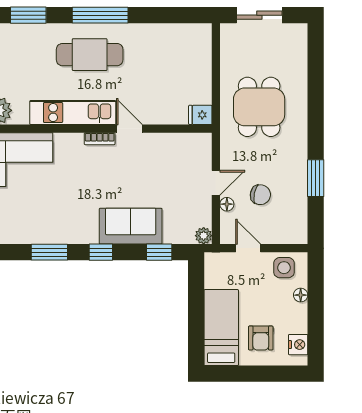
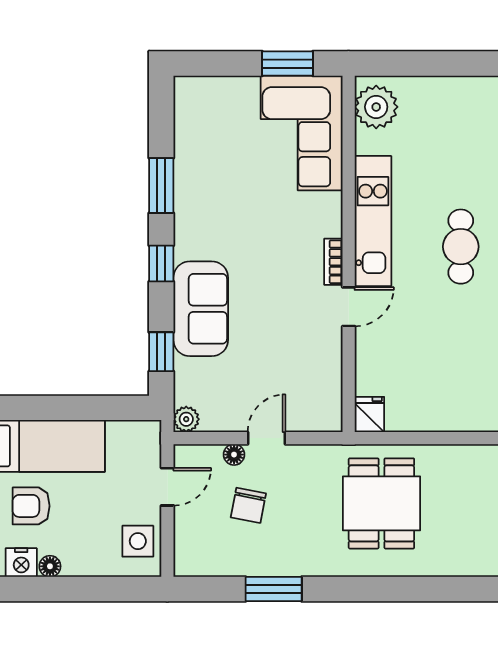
cafe table: (90, 55) -> (461, 247), width x0.73, depth x0.74
dining table: (259, 107) -> (381, 503), turned 90
door: (216, 183) -> (266, 438), swing flipped
floor lamp: (301, 295) -> (50, 566), moved

